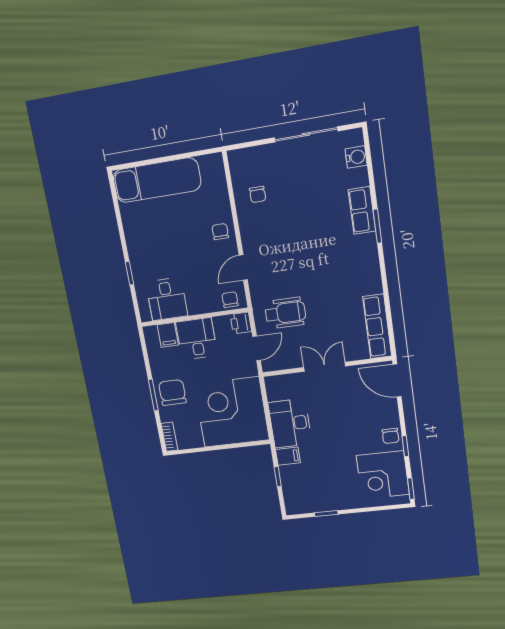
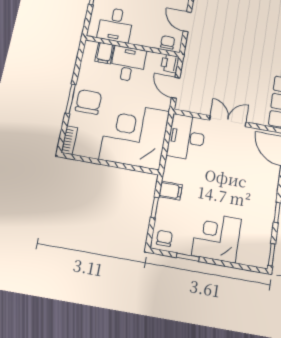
door: (243, 268) -> (187, 22), hinge flipped
wheelchair: (285, 313) -> (209, 67), removed
door: (257, 348) -> (176, 88), swing flipped
desk: (290, 423) -> (187, 137), moved
chair: (391, 436) -> (164, 238), moved, turned 180
corner desk: (383, 475) -> (217, 237), moved, turned 90

